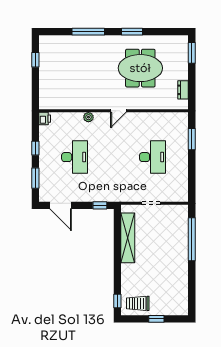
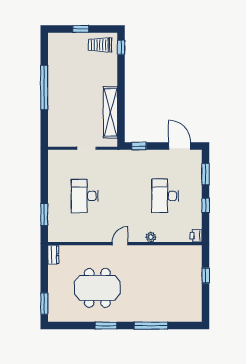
window: (35, 60) -> (206, 275), moved
dresser: (183, 90) -> (53, 255), moved
window: (192, 239) -> (44, 88), moved
trolley: (138, 303) -> (100, 45), turned 180

